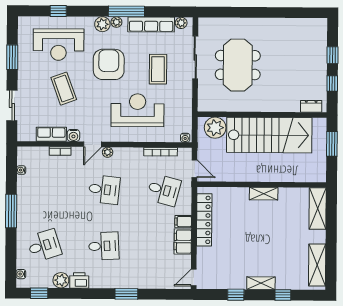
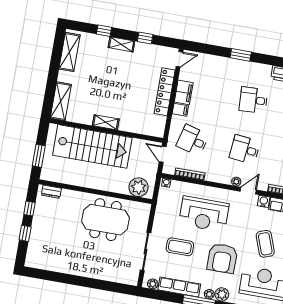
meeting table: (238, 65) -> (105, 220), moved, turned 90
coffee table: (158, 69) -> (180, 247), turned 90
stairs: (269, 135) -> (92, 146), moved, turned 180
locker: (204, 220) -> (165, 92), moved

